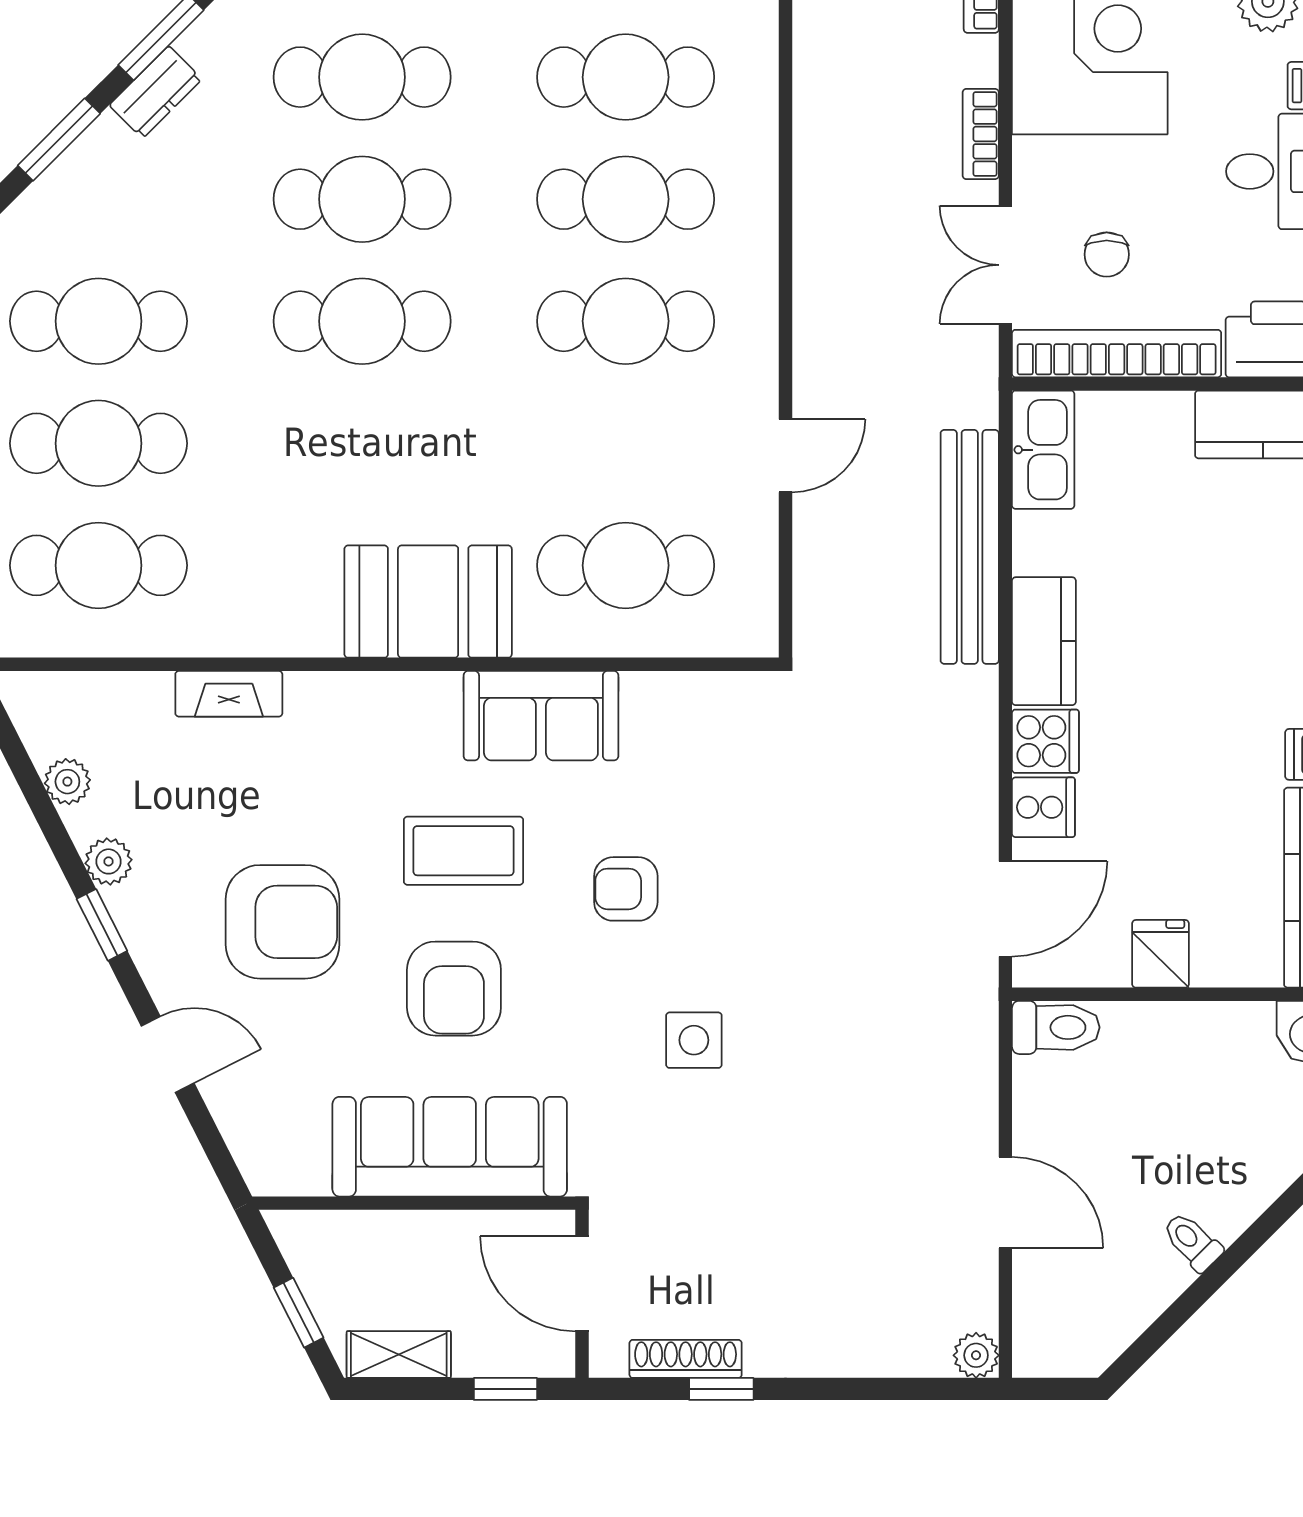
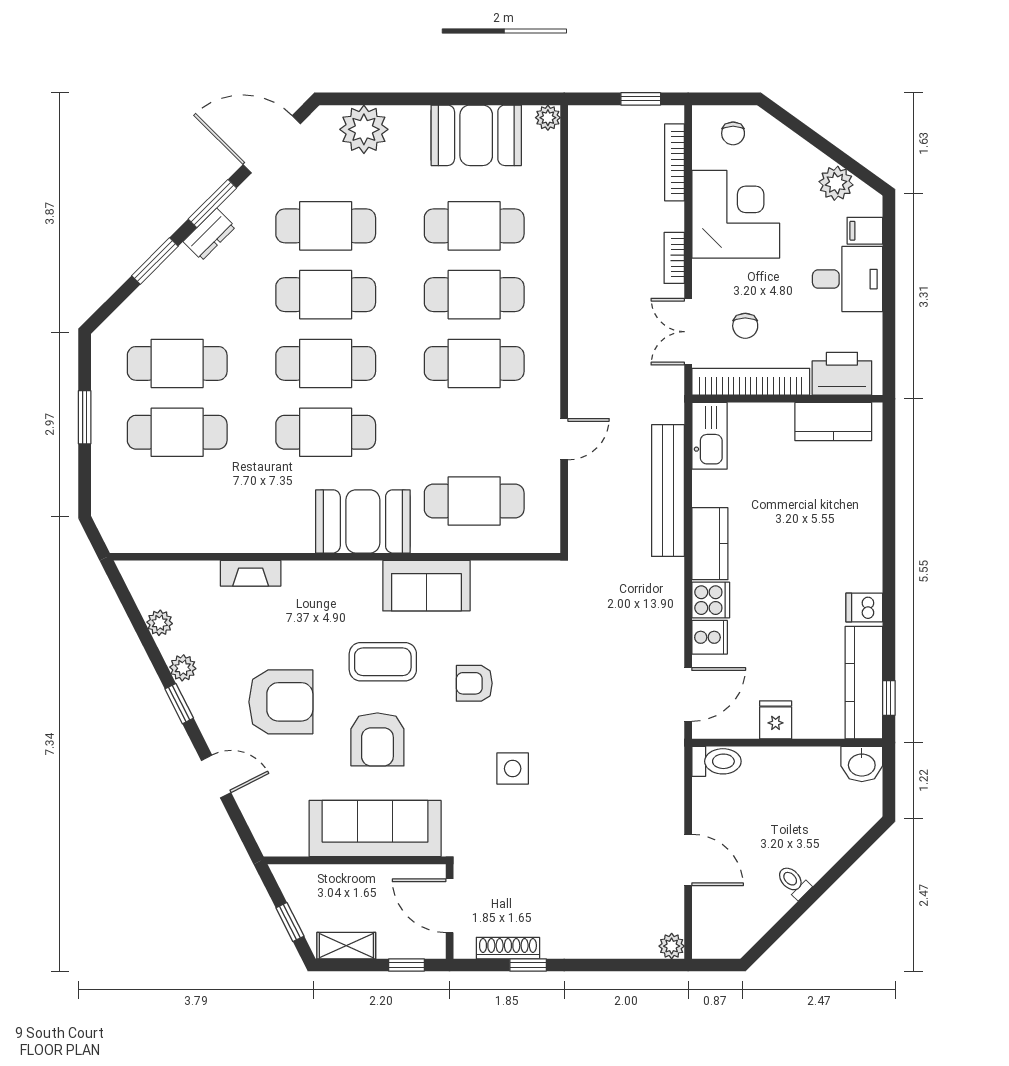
cafe table: (98, 565) -> (326, 432), moved

